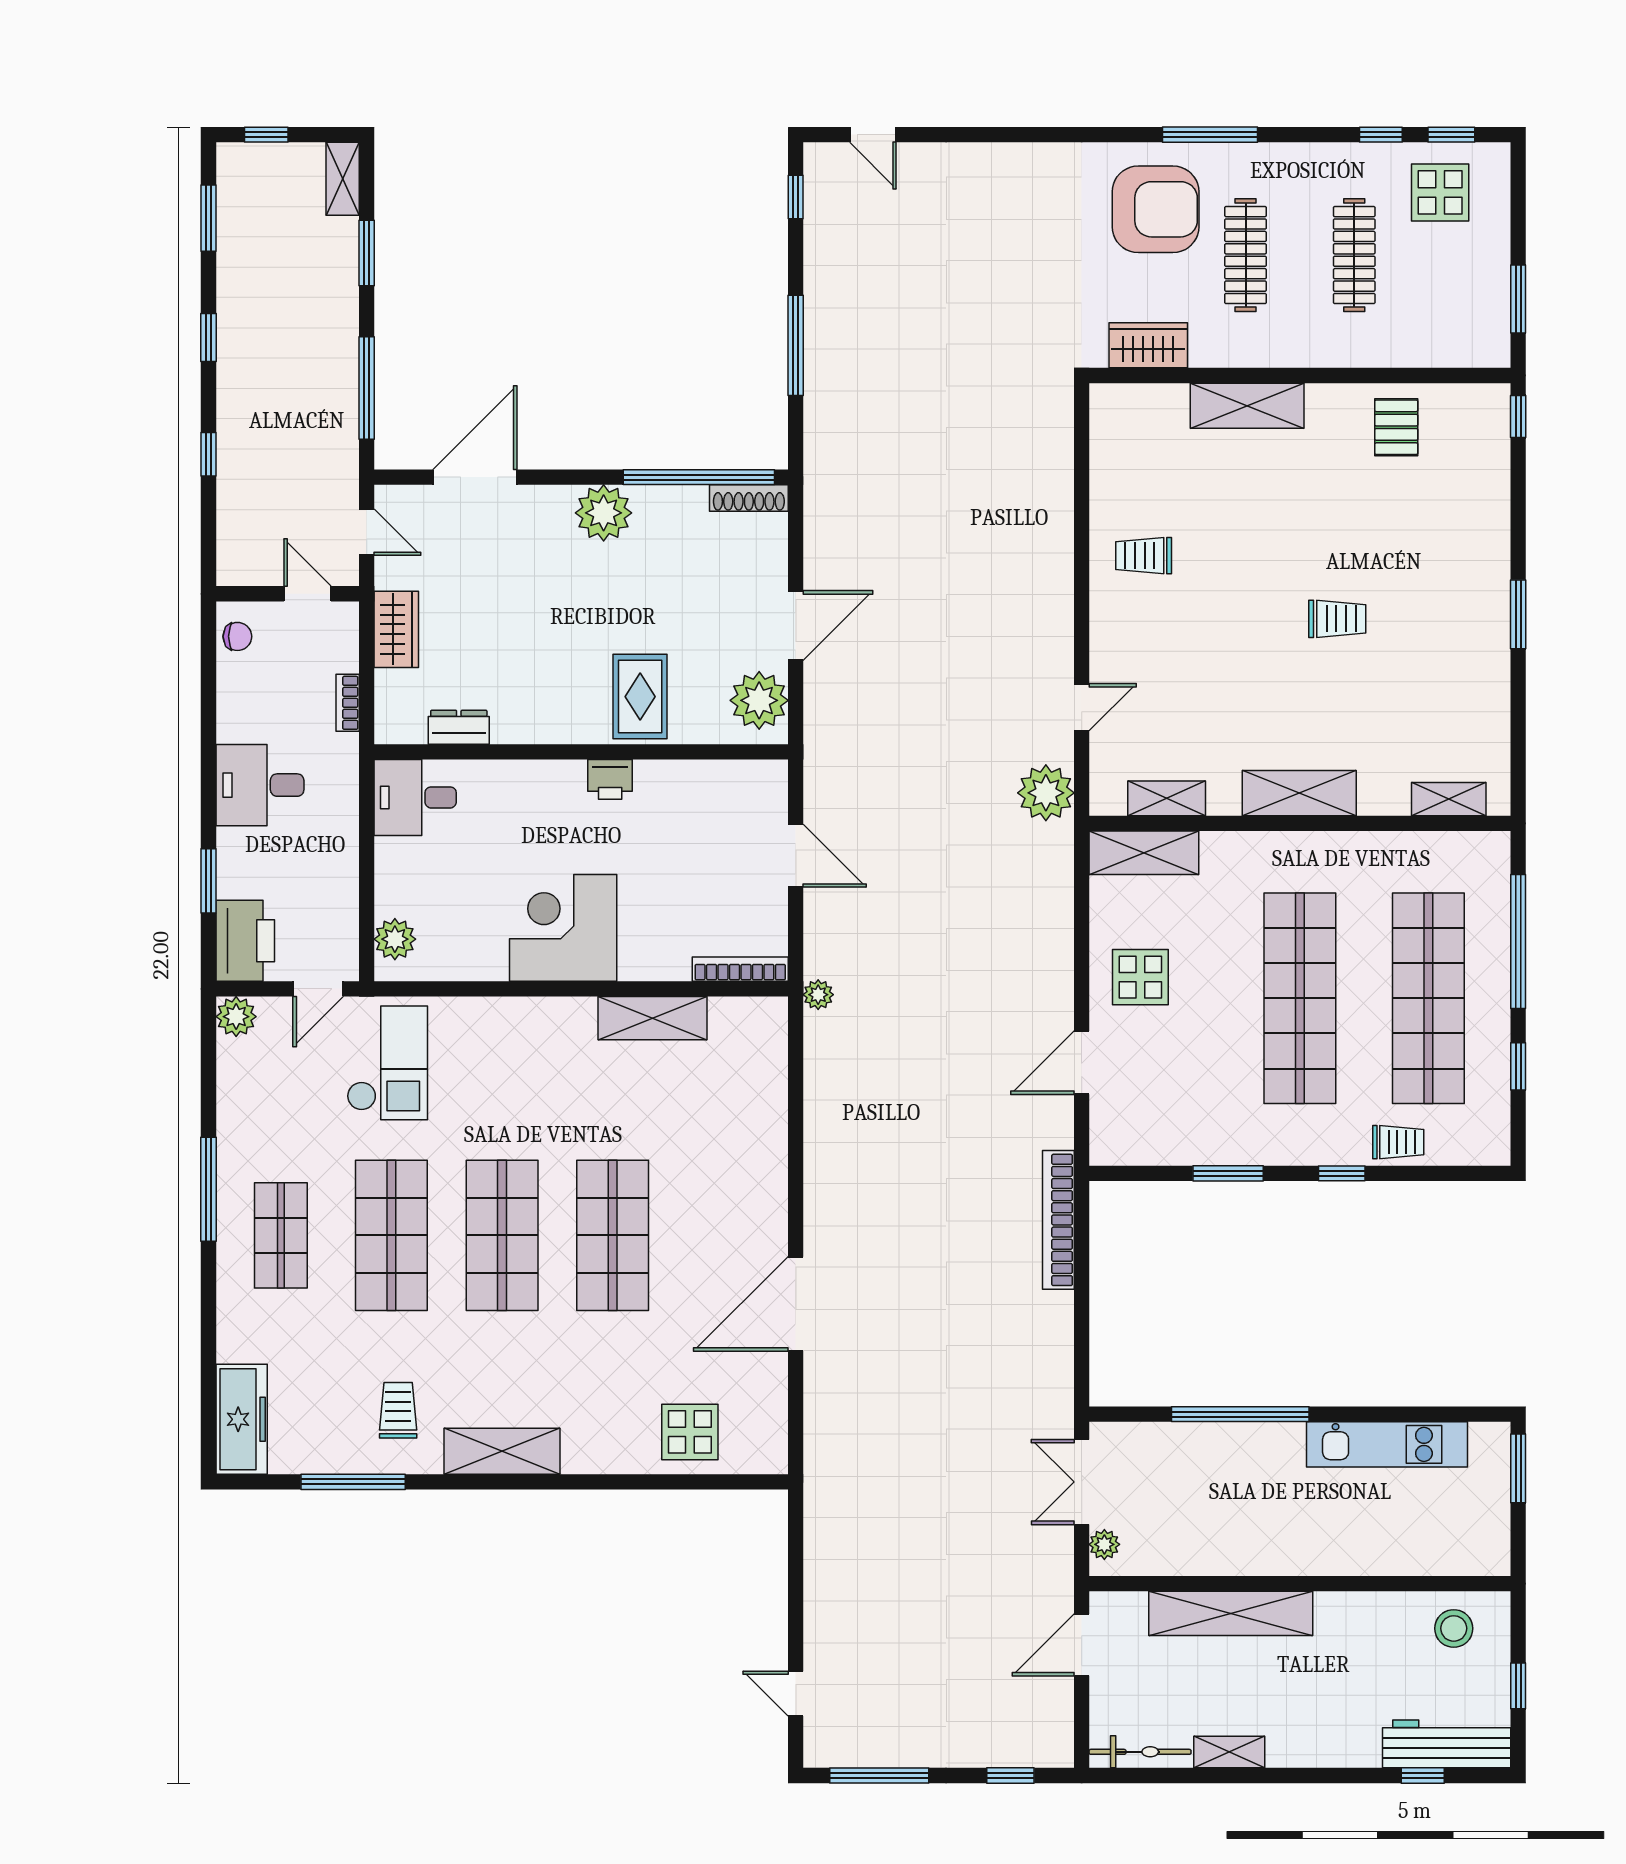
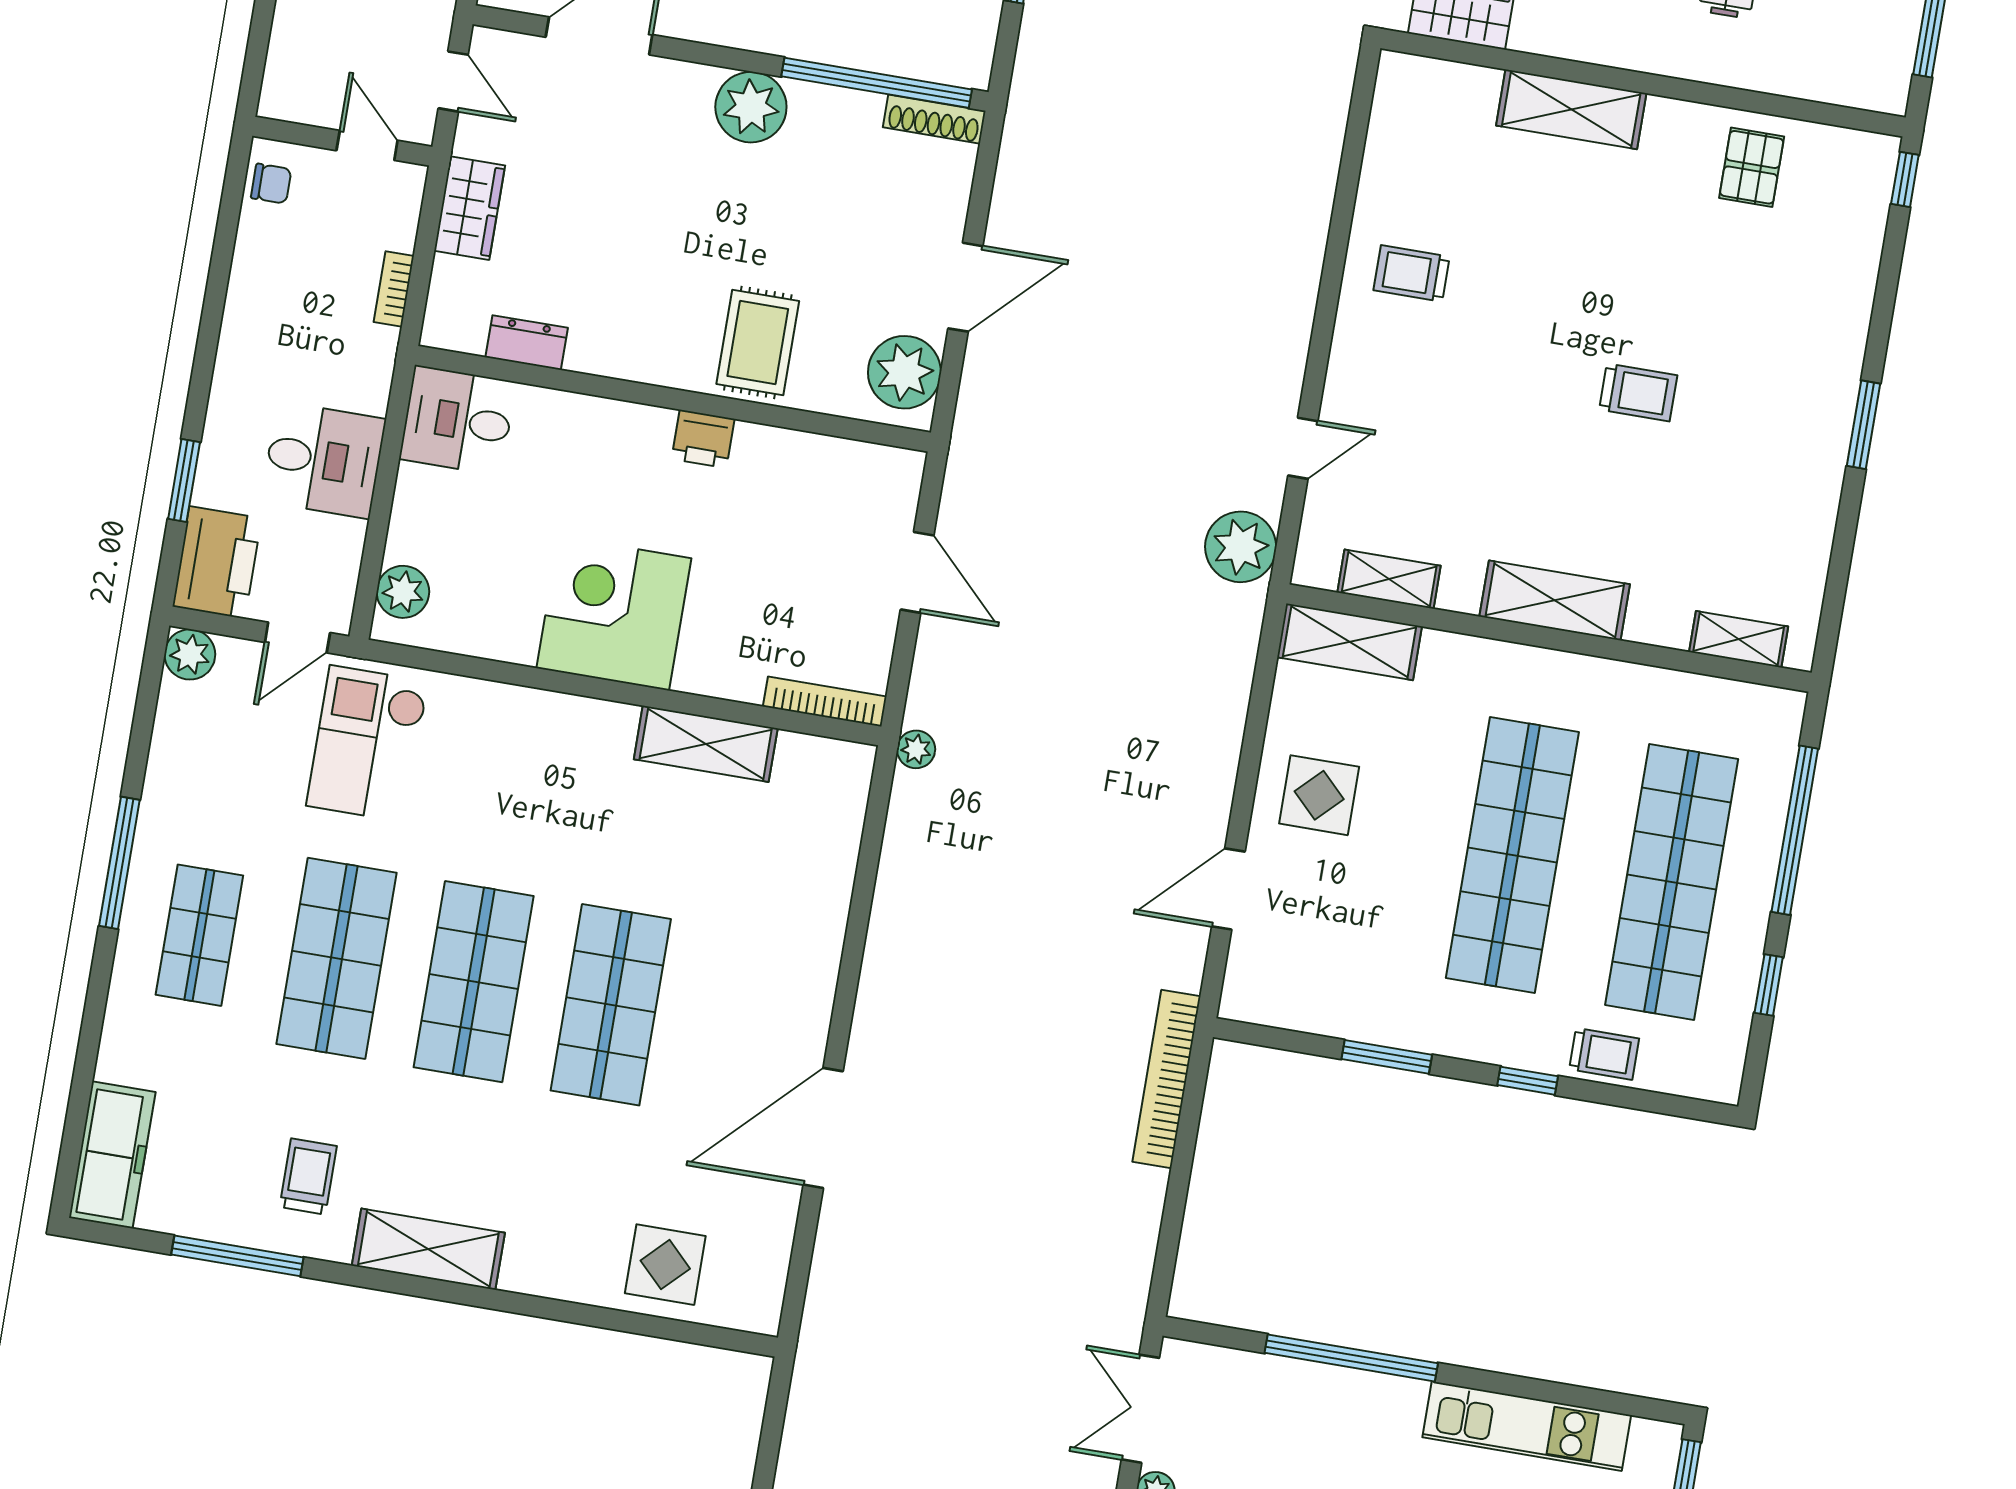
desk: (260, 785) -> (324, 460), moved, turned 180
checkout: (387, 1063) -> (367, 744), turned 180

